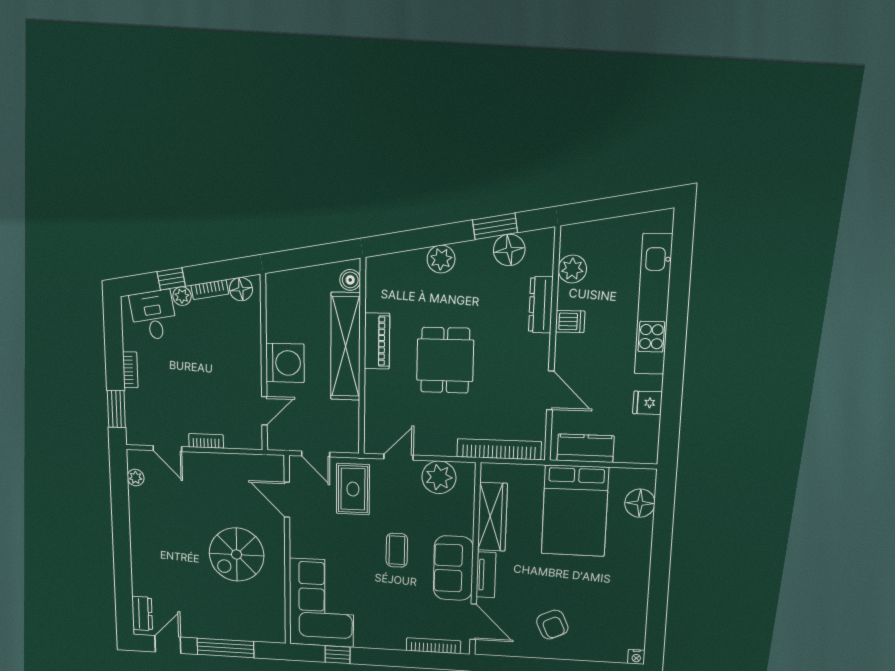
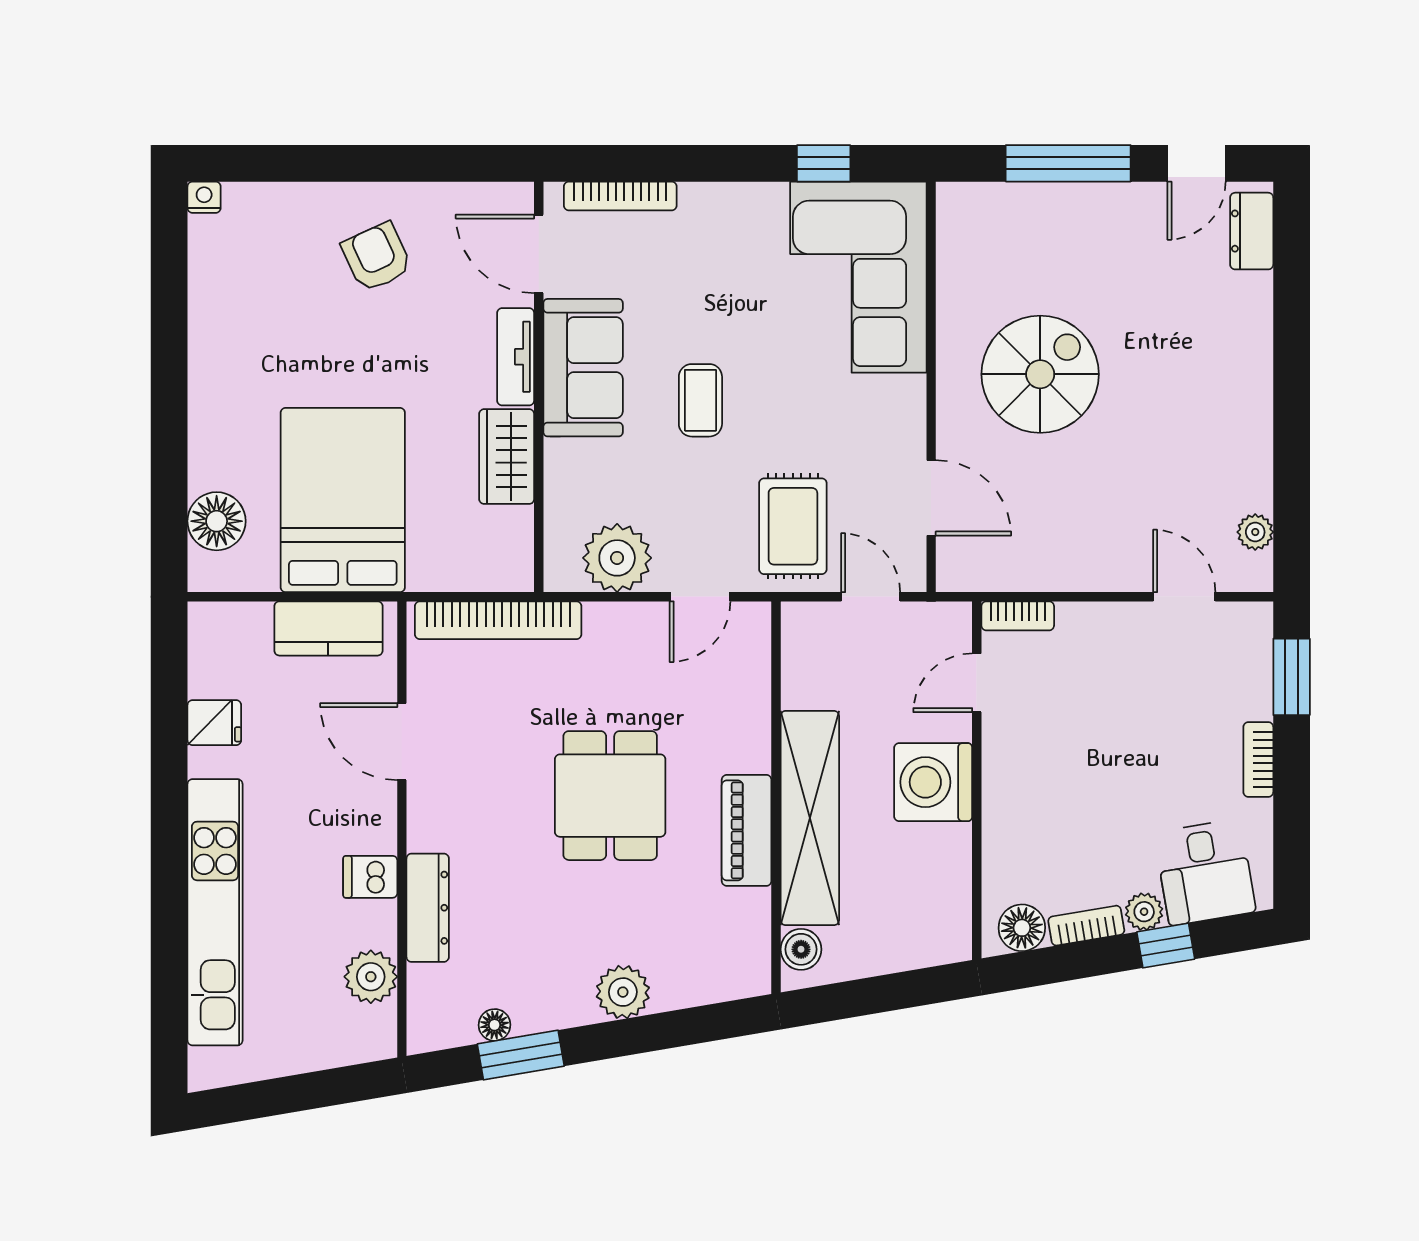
floor lamp: (509, 250) -> (495, 1025), width x0.53, depth x0.53
bookcase: (206, 441) -> (1018, 616), moved
wardrobe: (492, 517) -> (507, 457), width x0.67

